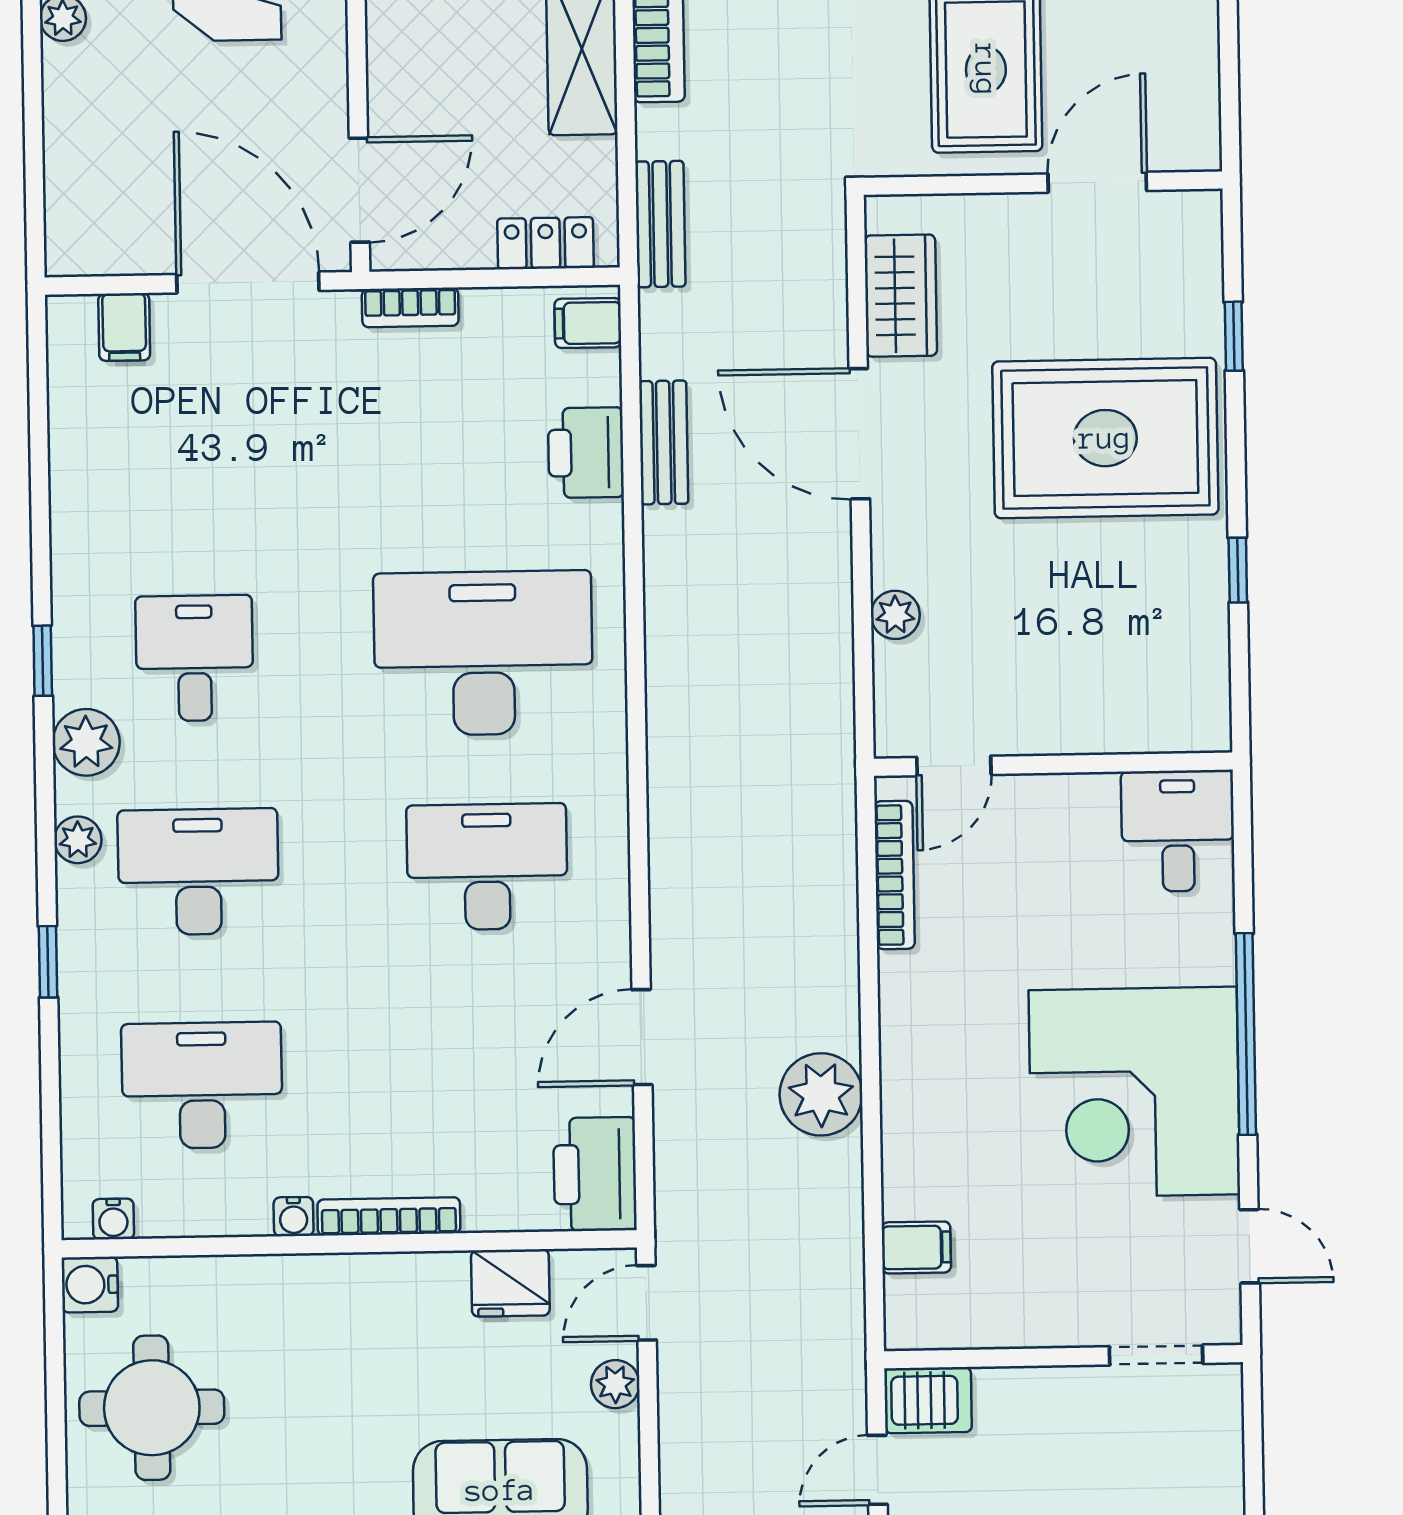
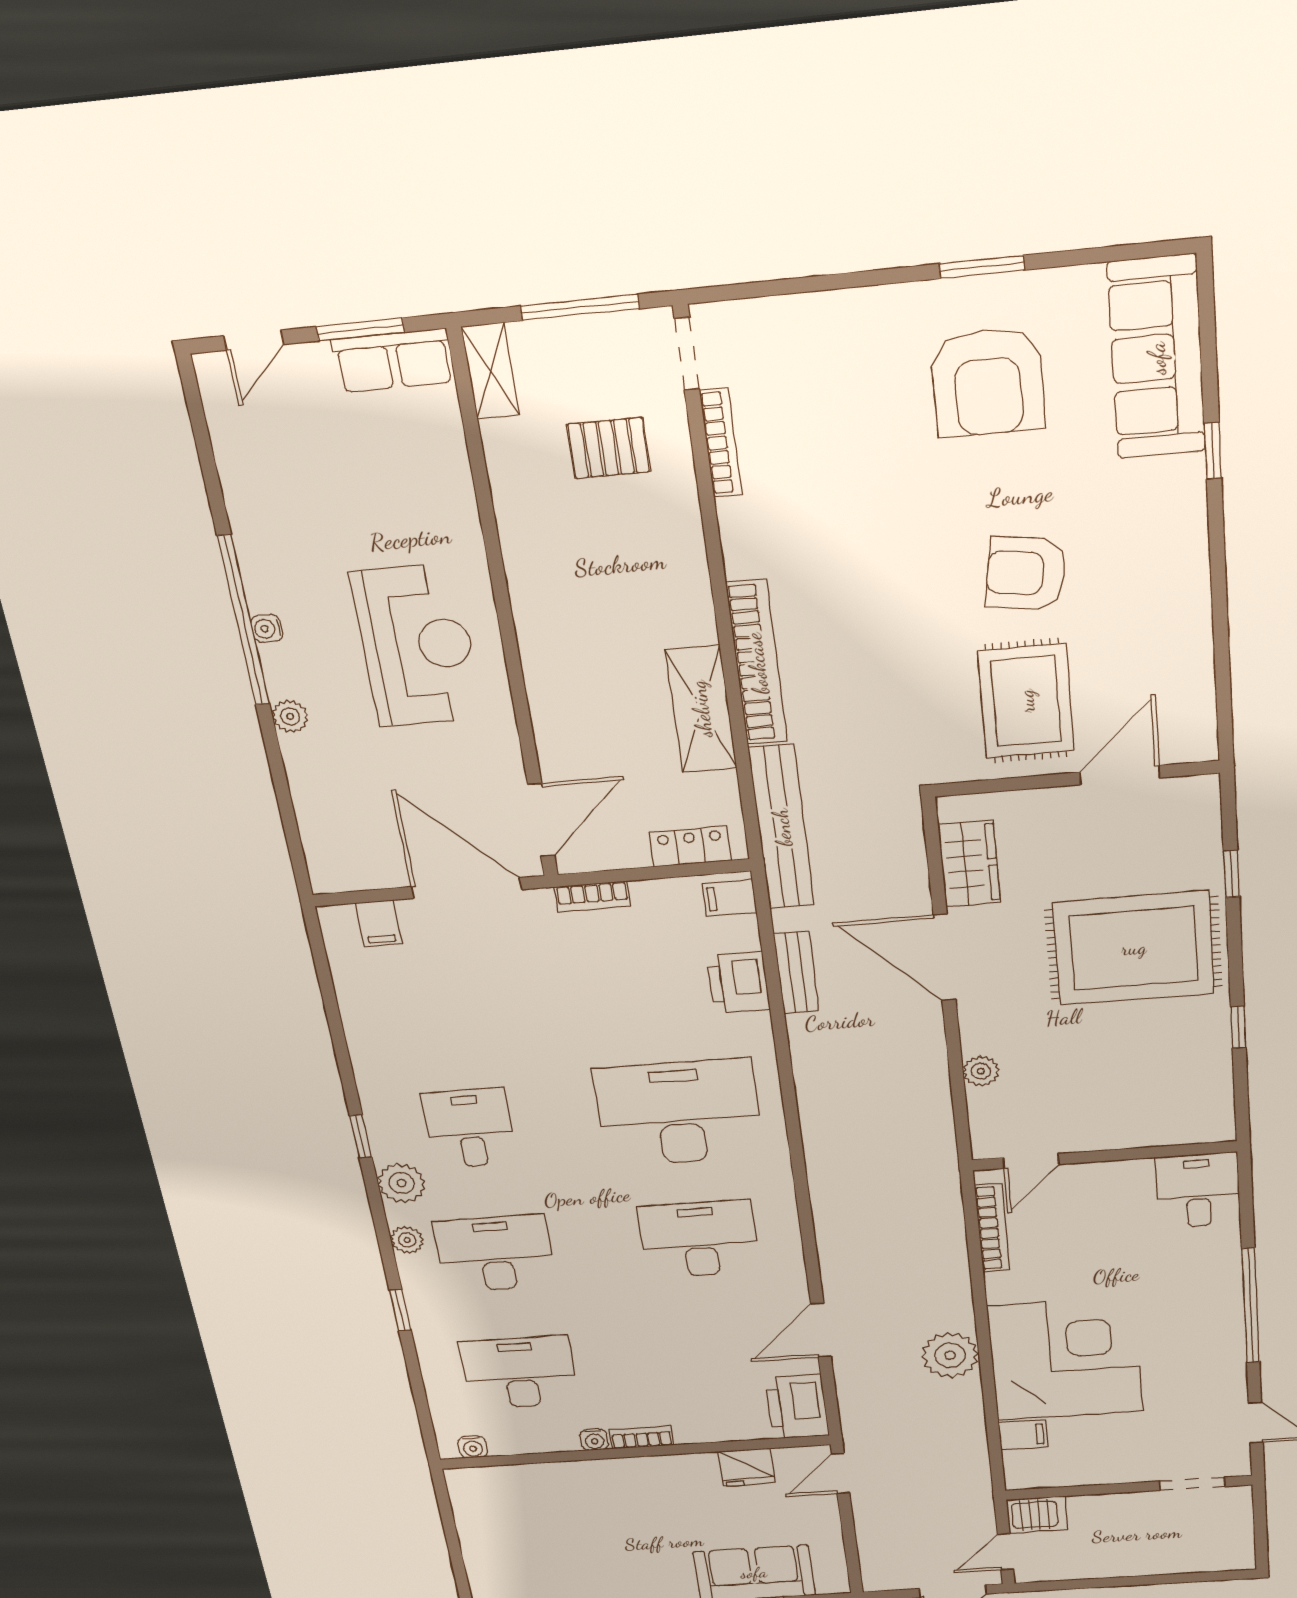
bench: (660, 224) -> (782, 827), width x1.86, depth x1.21
corner desk: (1134, 1092) -> (1065, 1359), moved, turned 180
bookcase: (389, 1216) -> (642, 1437), width x0.64
water cooler: (90, 1285) -> (464, 1482), removed
plant: (615, 1384) -> (824, 1516), removed
round table: (152, 1408) -> (517, 1543), removed

